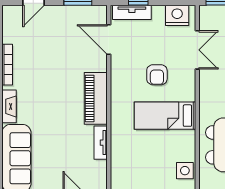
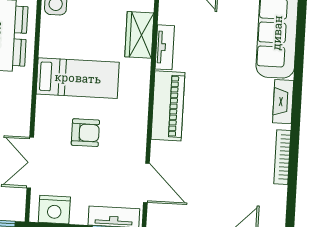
armchair: (157, 75) -> (85, 133), turned 90
wardrobe: (120, 151) -> (139, 35), added

